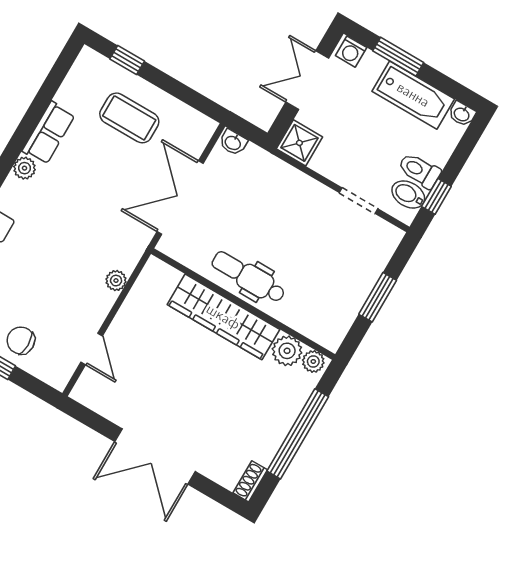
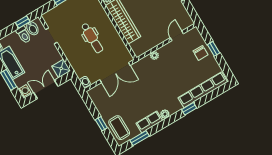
window: (127, 60) -> (101, 124), moved
double door: (307, 80) -> (46, 89), swing flipped
window: (50, 87) -> (140, 138), added
coffee table: (129, 118) -> (119, 128), moved
dental chair: (248, 277) -> (92, 38), moved

